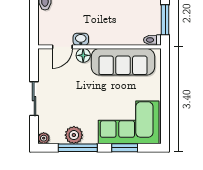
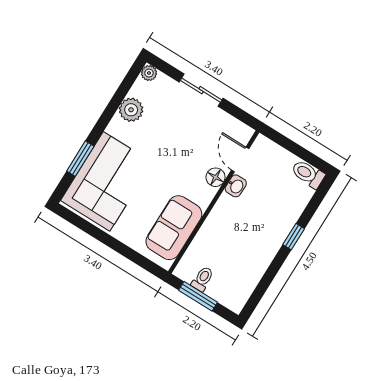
toilet: (152, 40) -> (202, 279), moved
sofa: (123, 62) -> (174, 228), width x0.73
window: (78, 148) -> (114, 105), removed

